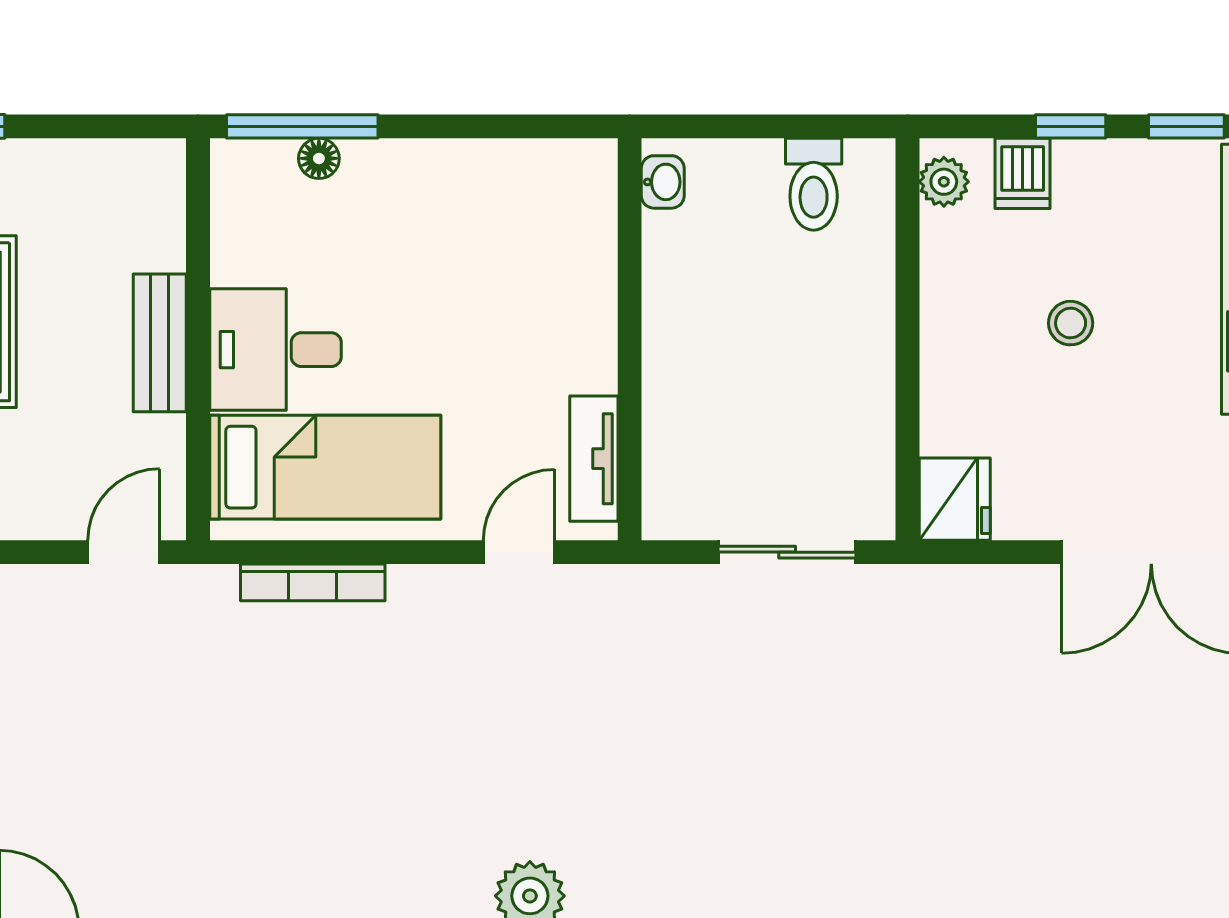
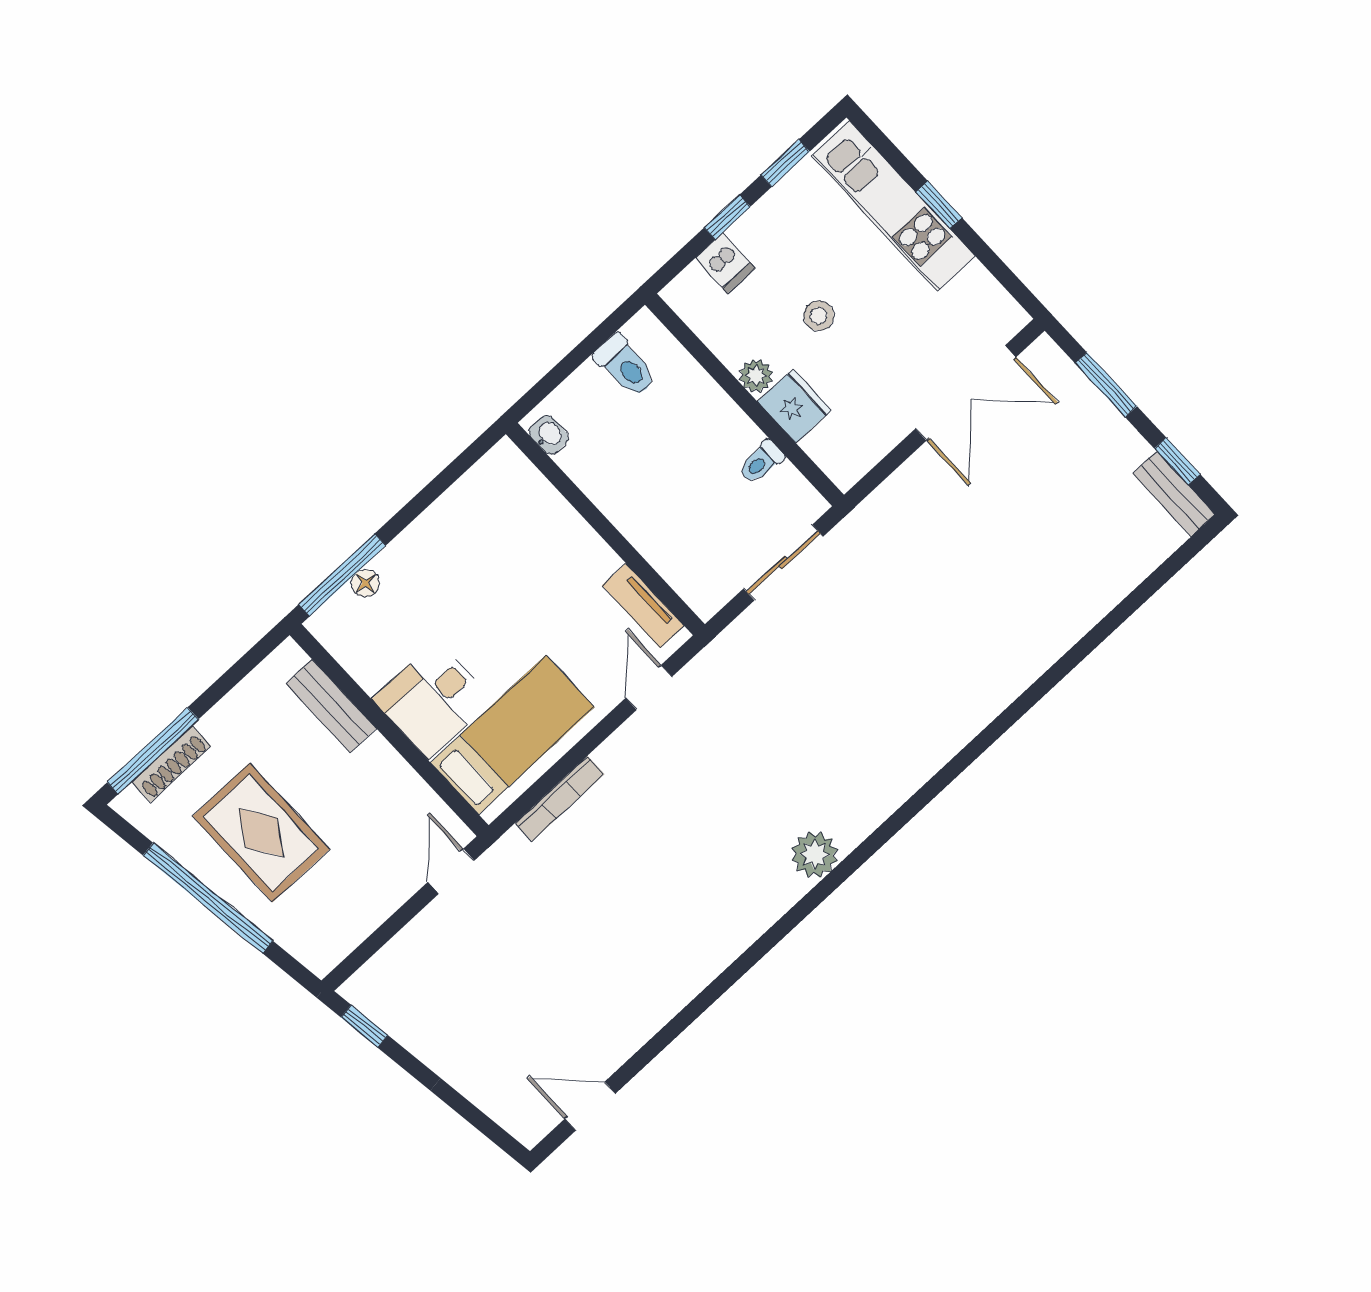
plant: (944, 182) -> (756, 376), moved
bench: (160, 343) -> (331, 706), moved
toilet: (863, 423) -> (761, 462), added
fridge: (955, 499) -> (794, 406), moved

